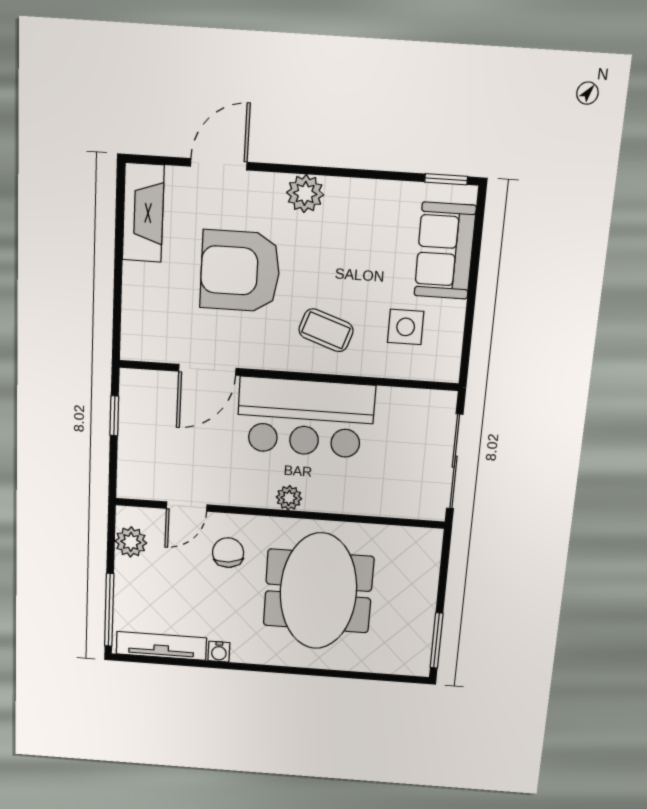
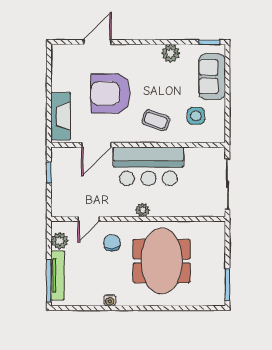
plant: (305, 194) -> (171, 53), moved
fireplace: (143, 213) -> (61, 116), moved
tv unit: (161, 646) -> (58, 275), moved, turned 90

